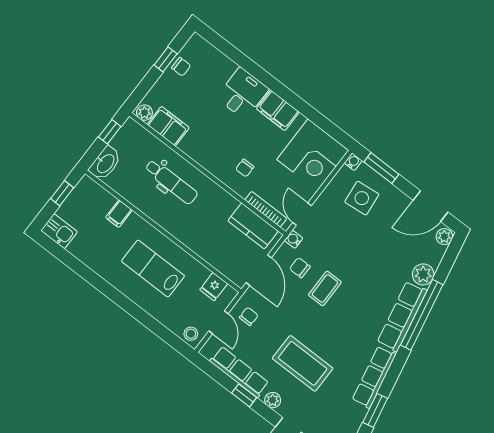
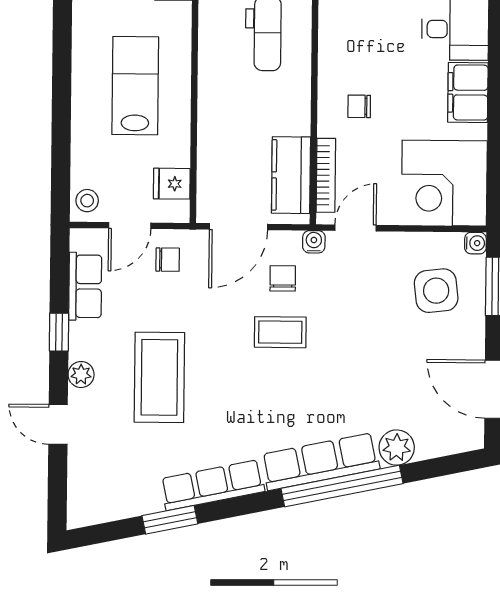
plant: (444, 237) -> (468, 438), removed
row of seats: (239, 372) -> (85, 286), width x0.68

